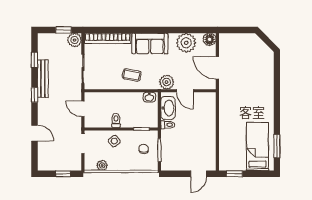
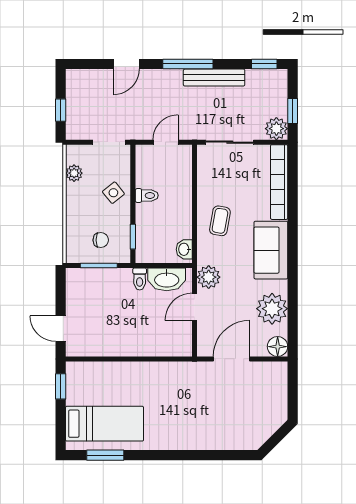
window: (34, 60) -> (264, 64), moved
window: (34, 95) -> (188, 64), width x2.17

